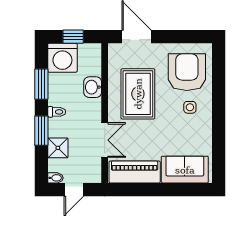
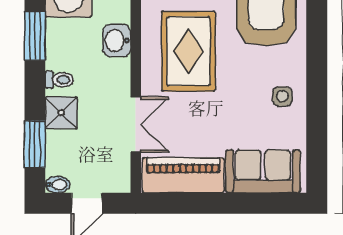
side table: (190, 107) -> (282, 96), moved
window: (41, 131) -> (35, 144), moved
shower: (58, 148) -> (61, 113), moved

